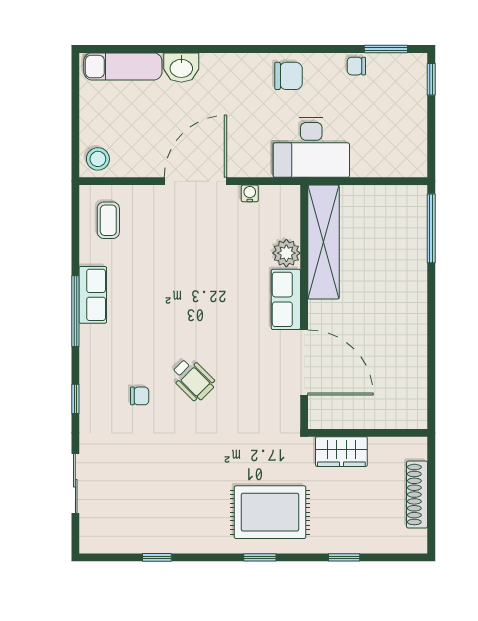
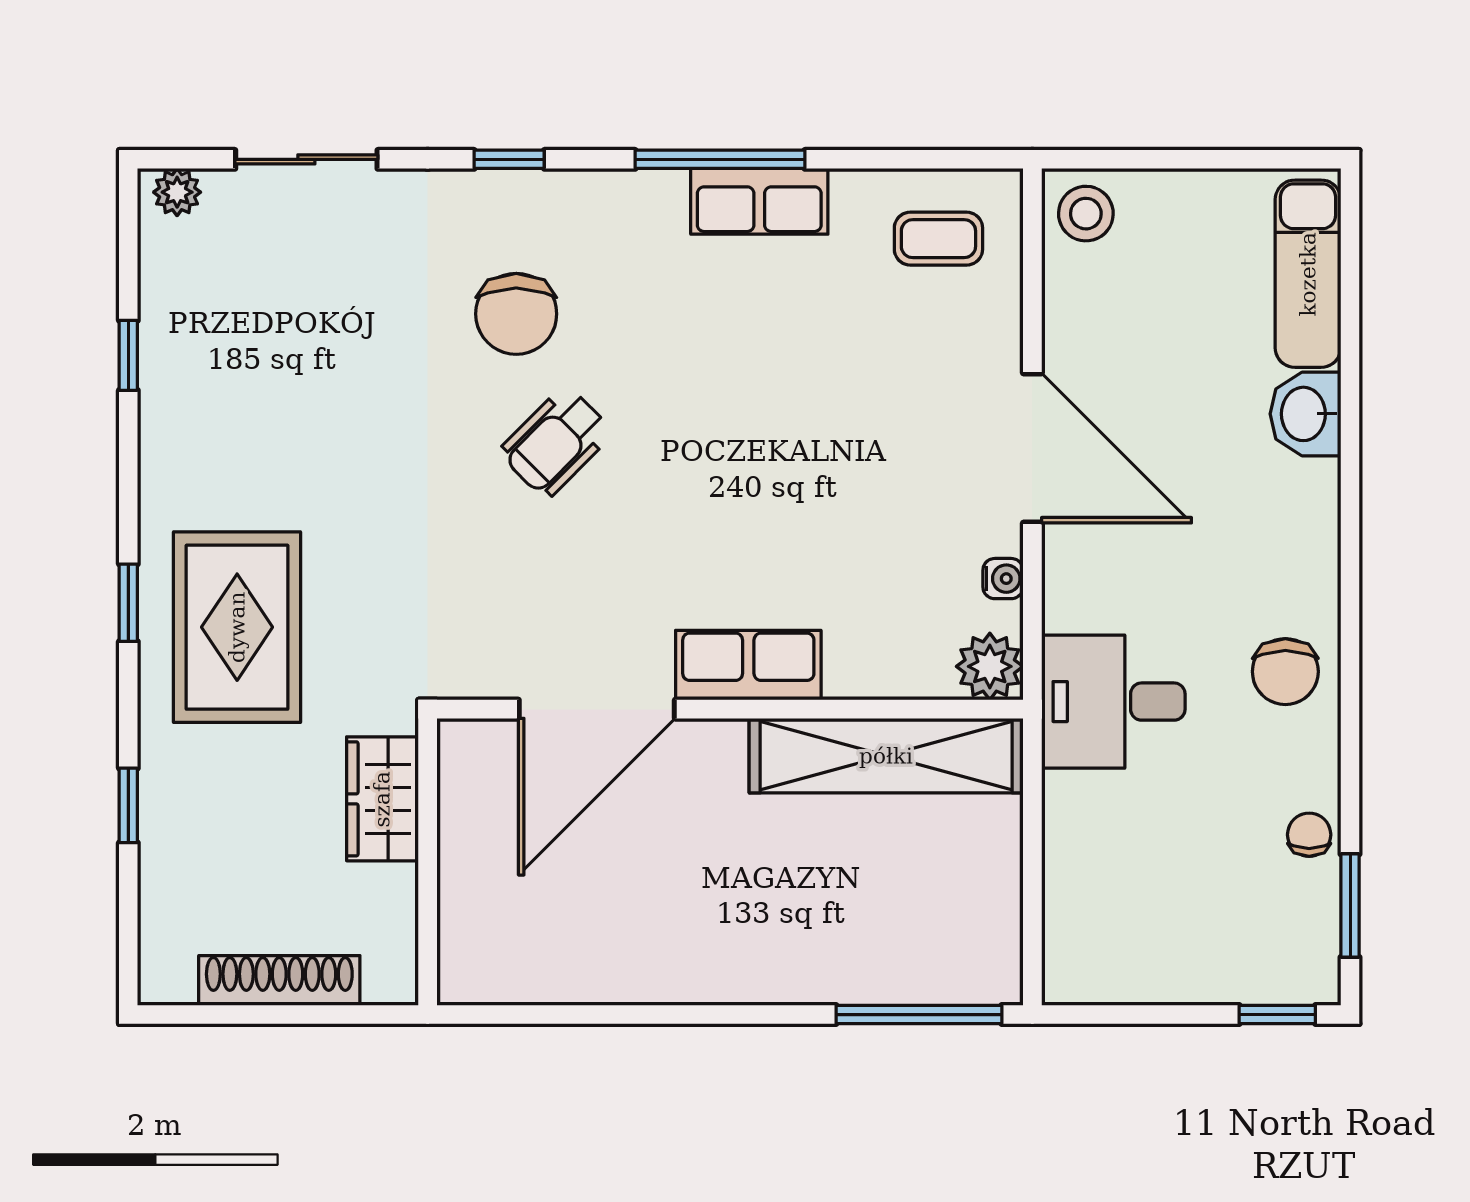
desk: (311, 148) -> (1113, 702), width x0.73
plant: (286, 253) -> (990, 666), moved
chair: (140, 396) -> (516, 314), width x1.87, depth x1.87
plant: (89, 537) -> (177, 192), added

